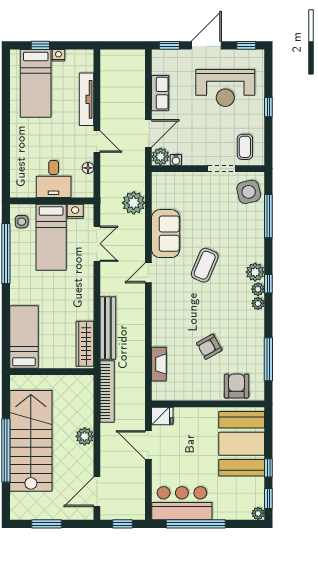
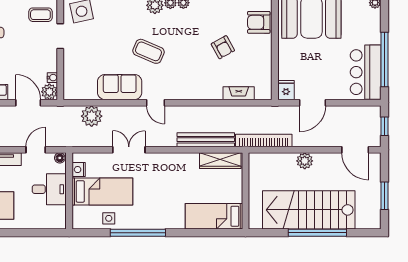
desk: (54, 179) -> (49, 189), moved
wall: (52, 201) -> (69, 191), moved
nightstand: (75, 211) -> (79, 170), moved
bed: (51, 237) -> (102, 191), moved

